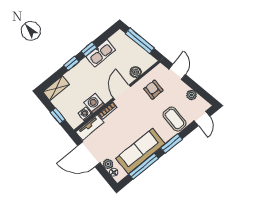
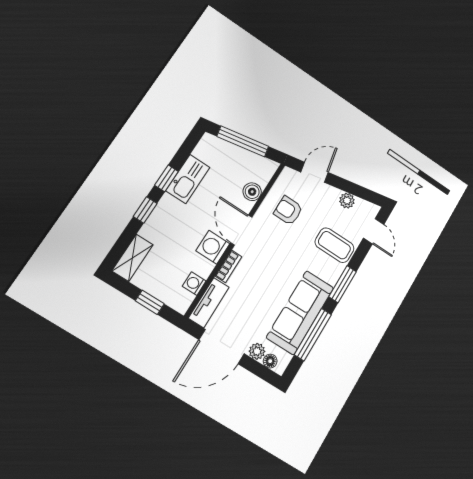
door: (177, 72) -> (315, 172), hinge flipped
washing machine: (94, 104) -> (213, 247), moved

